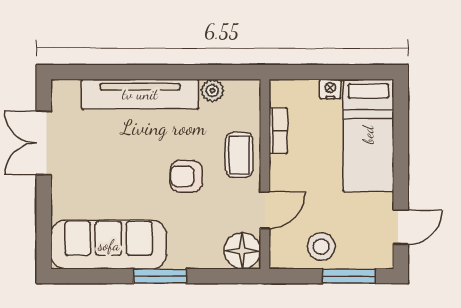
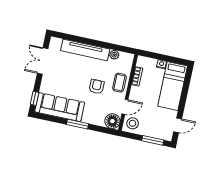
armchair: (186, 176) -> (97, 87), turned 90
window: (44, 237) -> (35, 98), added
stool: (321, 247) -> (133, 123), moved

